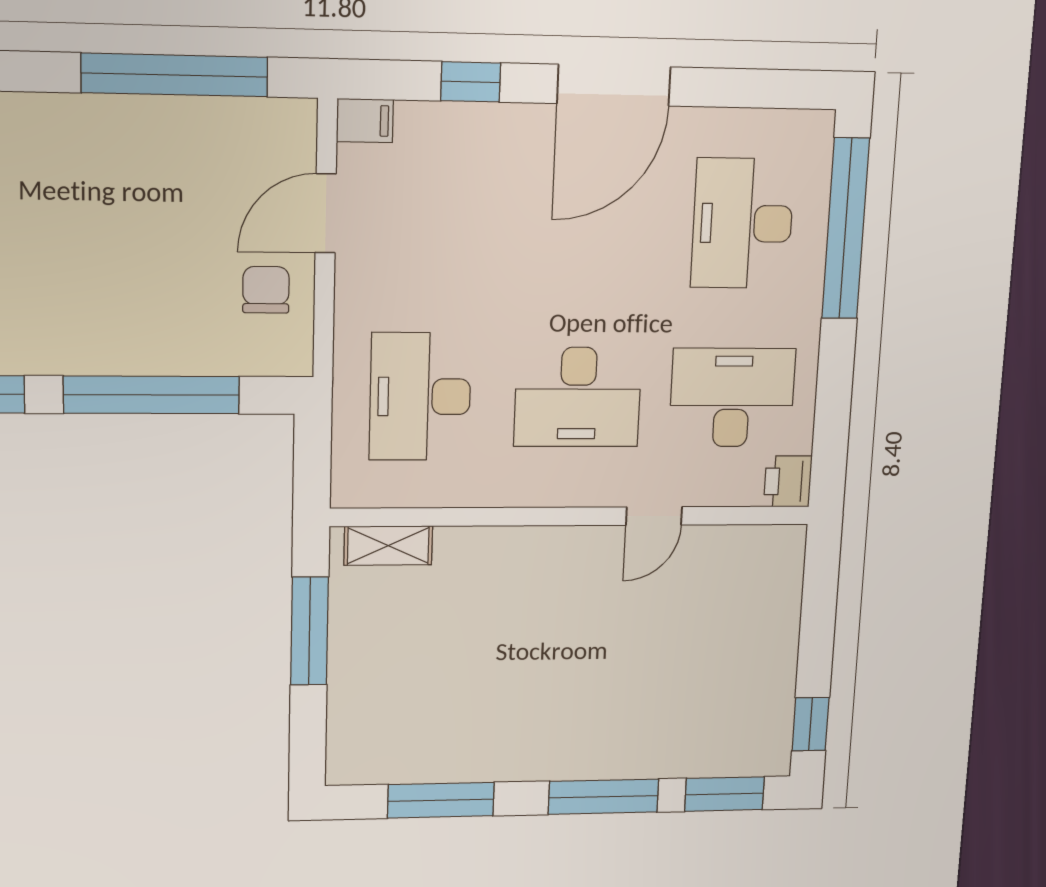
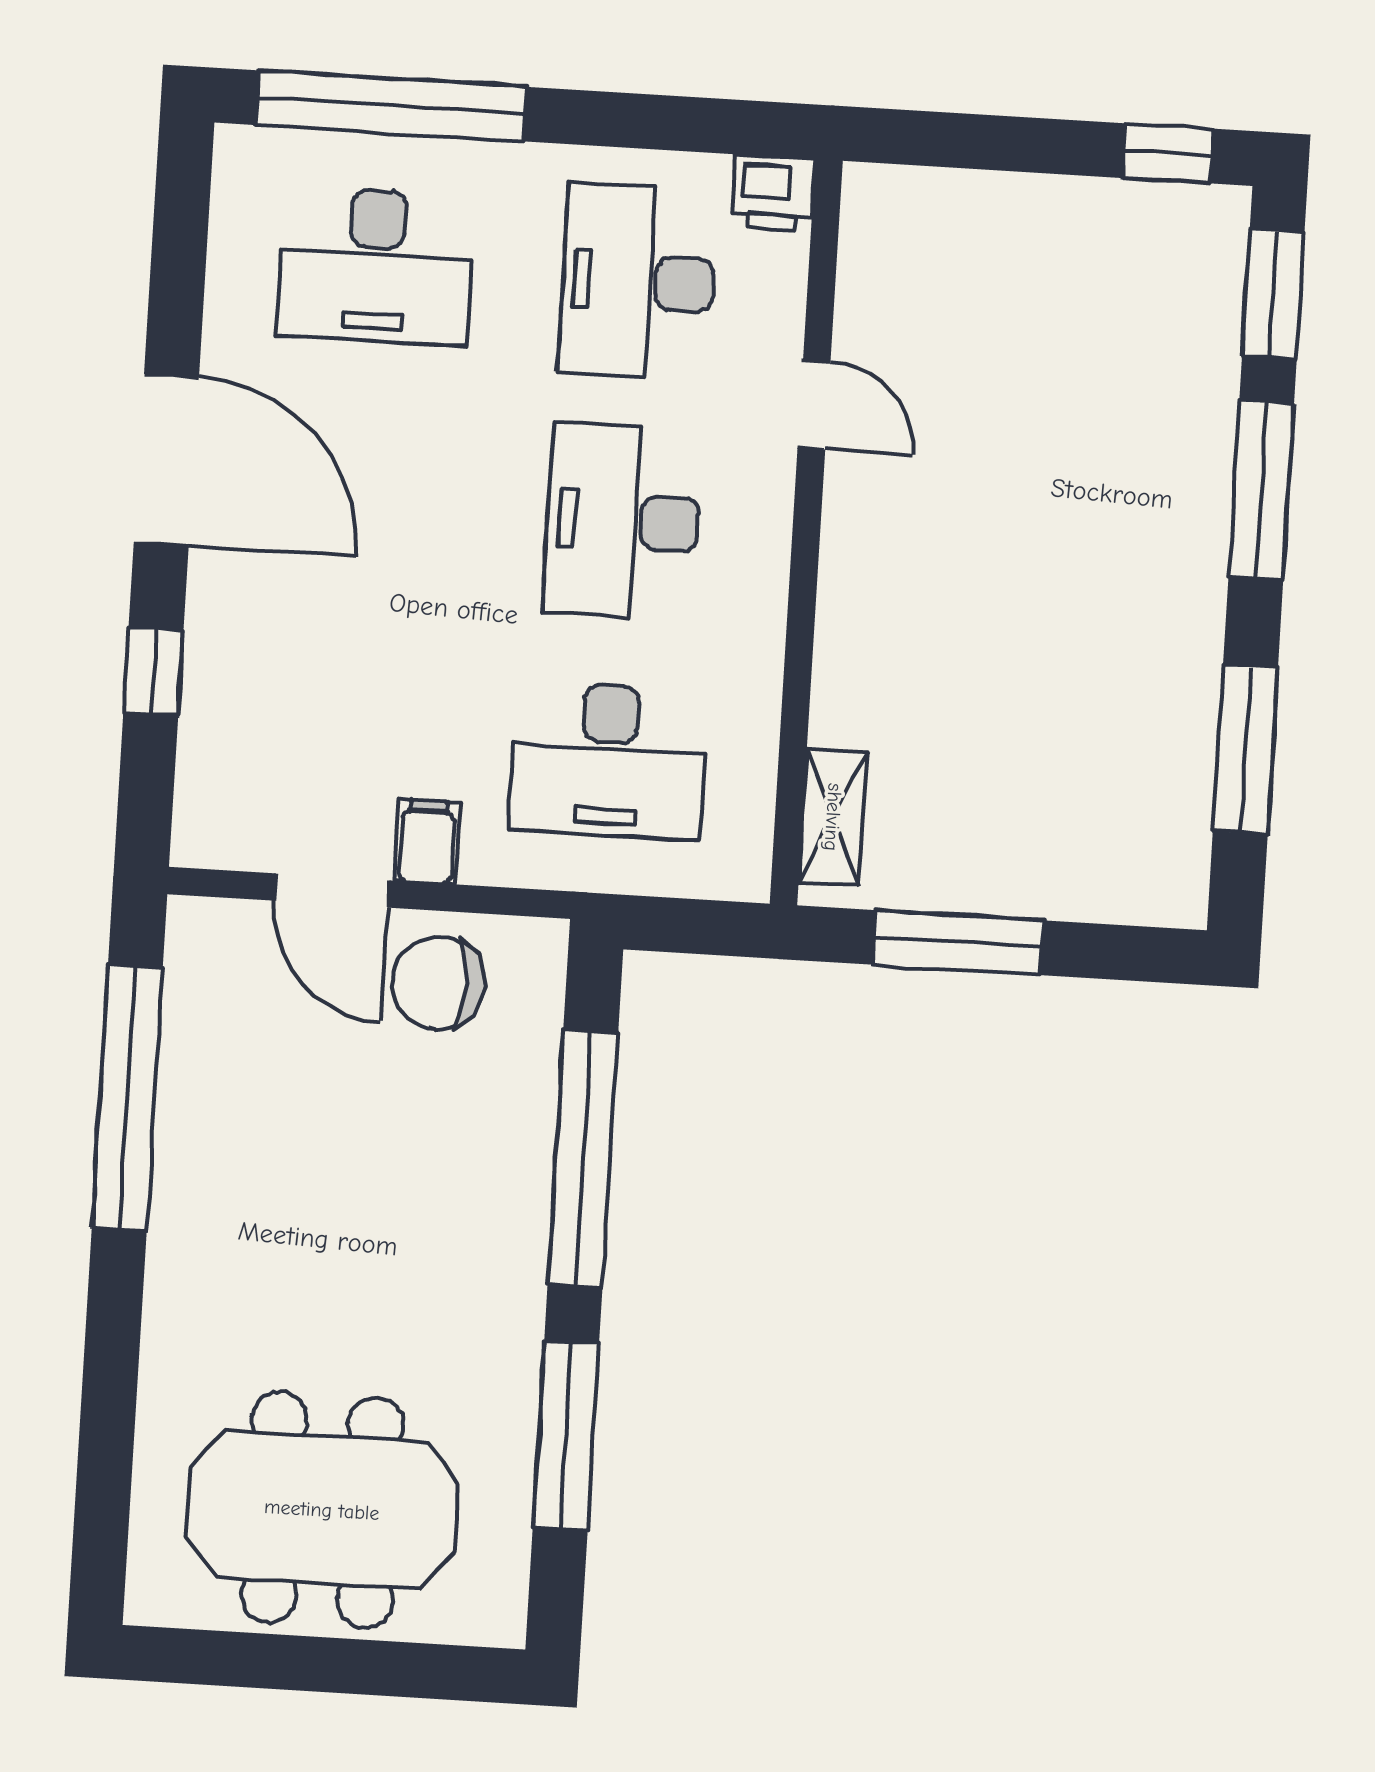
filing cabinet: (365, 121) -> (427, 842), moved
chair: (266, 290) -> (438, 983), width x1.37, depth x1.37
desk: (578, 397) -> (623, 521), turned 180

